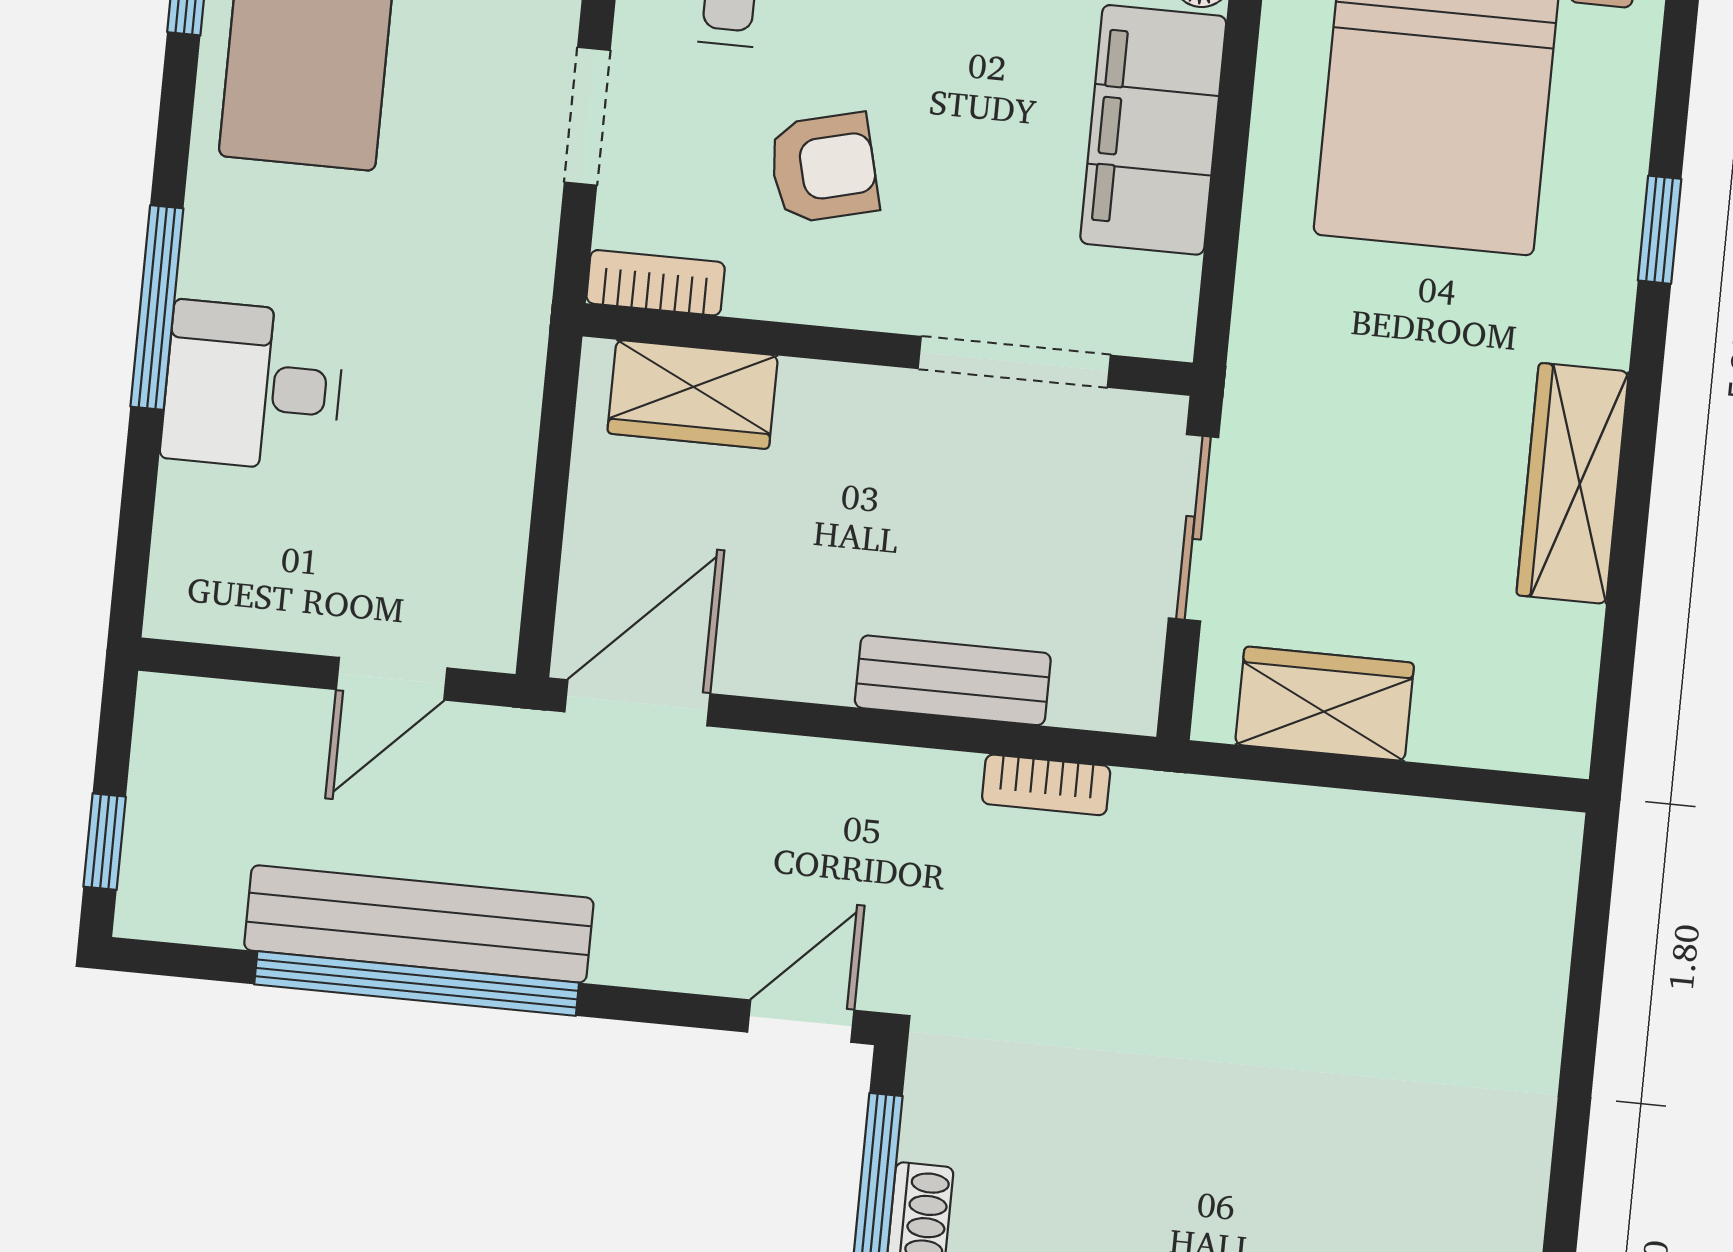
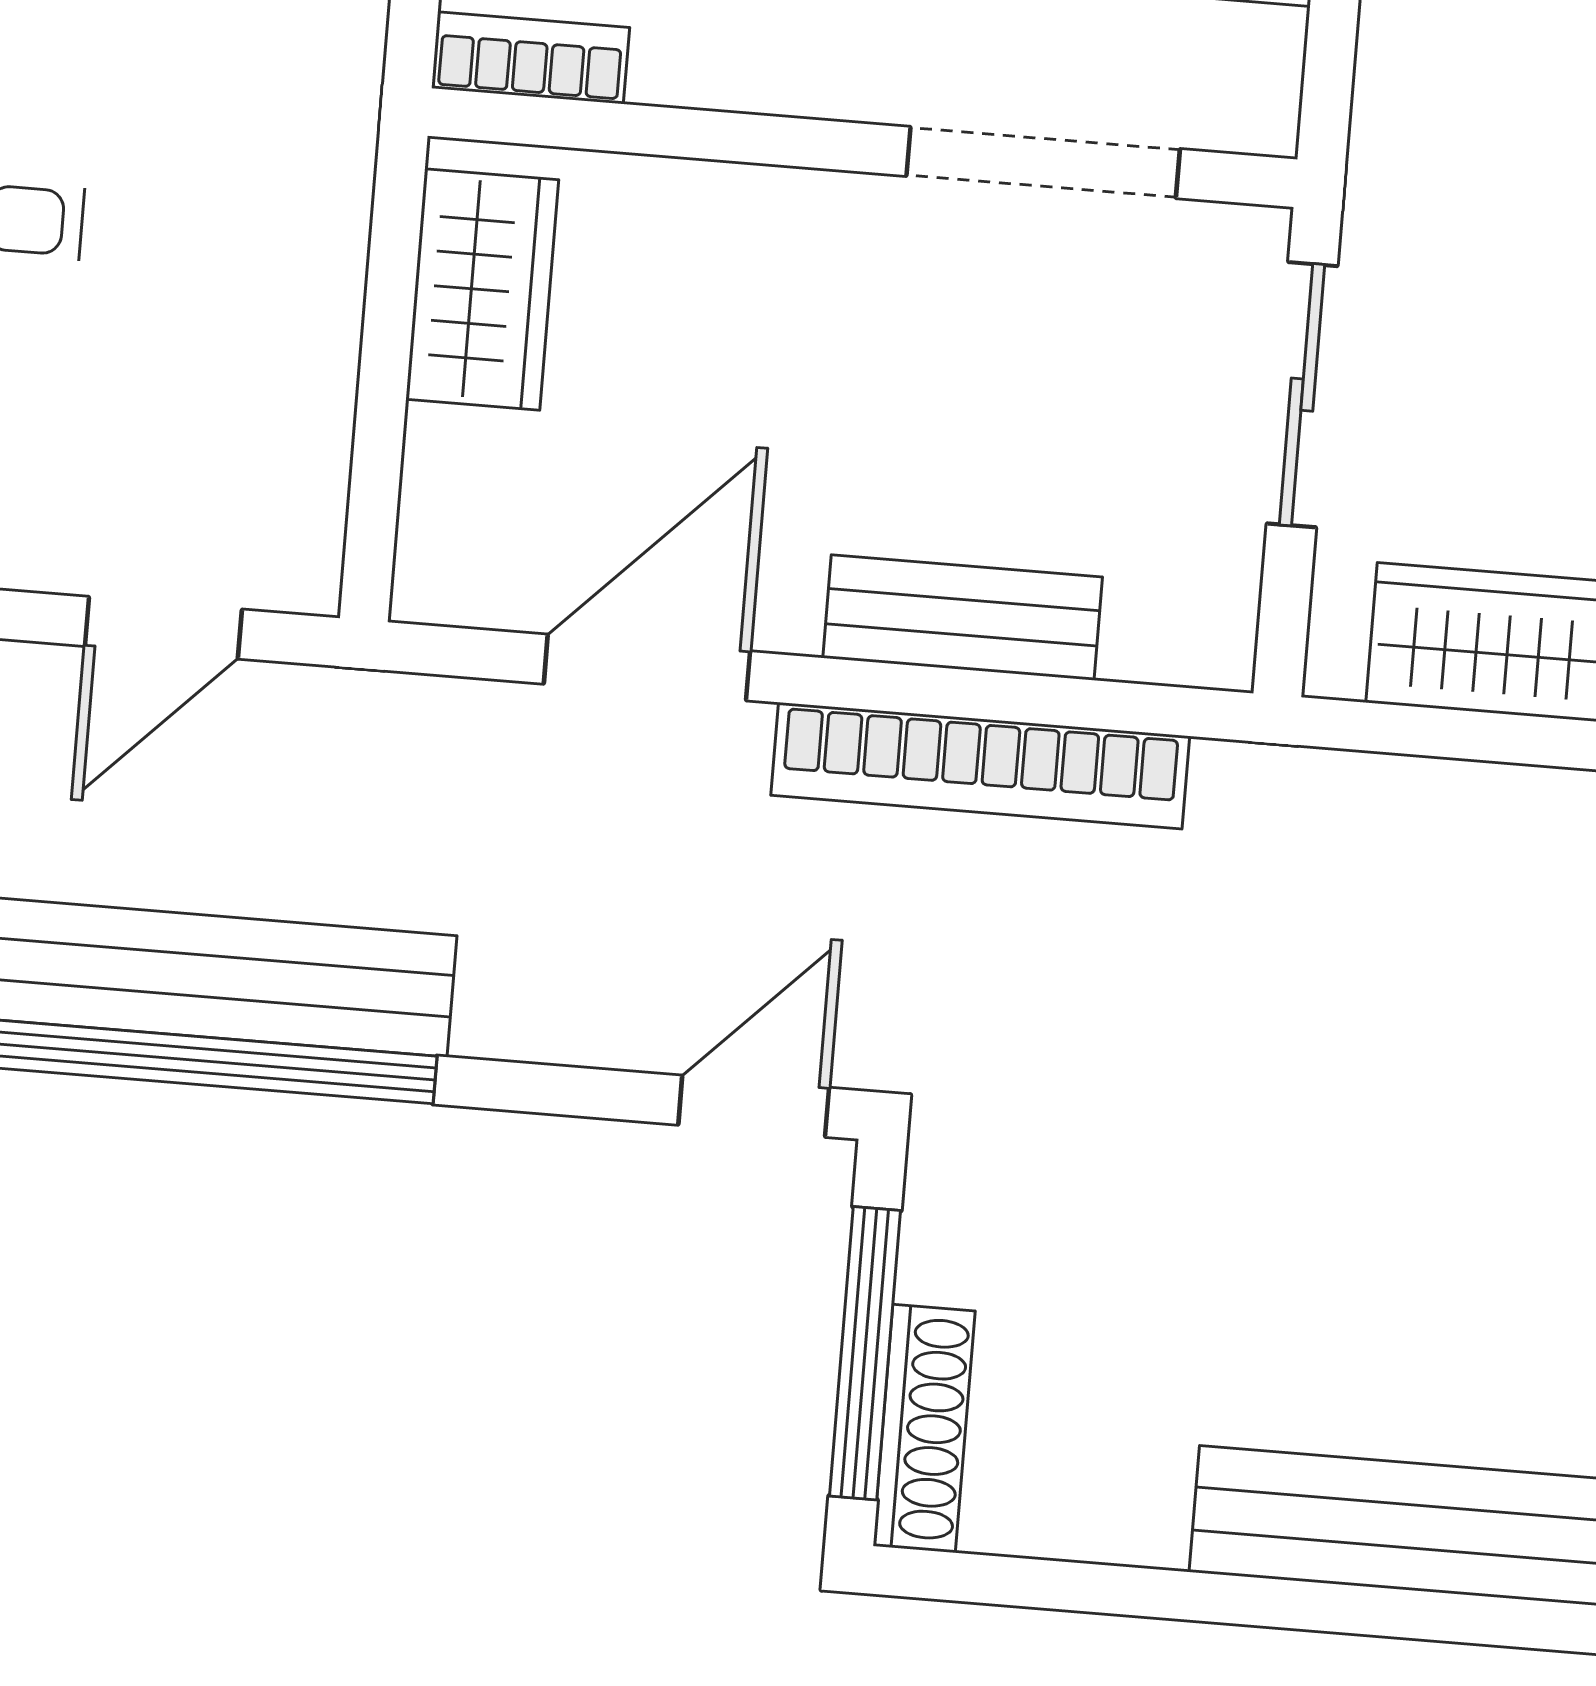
wardrobe: (693, 394) -> (482, 289), moved, turned -90
door: (637, 703) -> (647, 667), moved
bookcase: (1046, 785) -> (980, 766), width x2.31, depth x1.31

